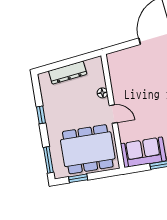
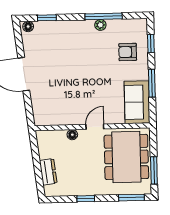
dresser: (68, 73) -> (48, 172), width x0.70
window: (78, 178) -> (154, 170), width x1.50

